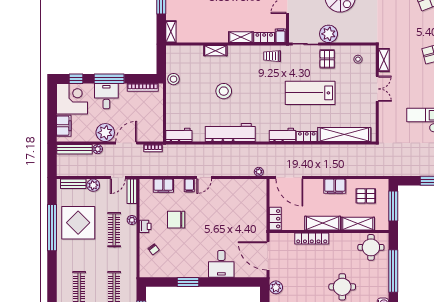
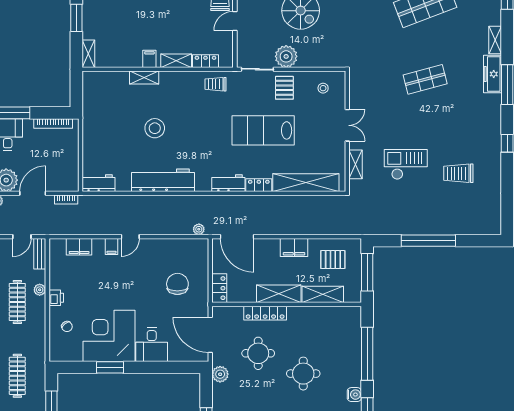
filing cabinet: (281, 36) -> (149, 59), moved
shelving: (384, 60) -> (356, 164), moved
stool: (173, 79) -> (92, 113), removed
chair: (176, 220) -> (177, 284), moved, turned 90
round table: (371, 247) -> (258, 353), moved
corner desk: (187, 257) -> (109, 336), added

